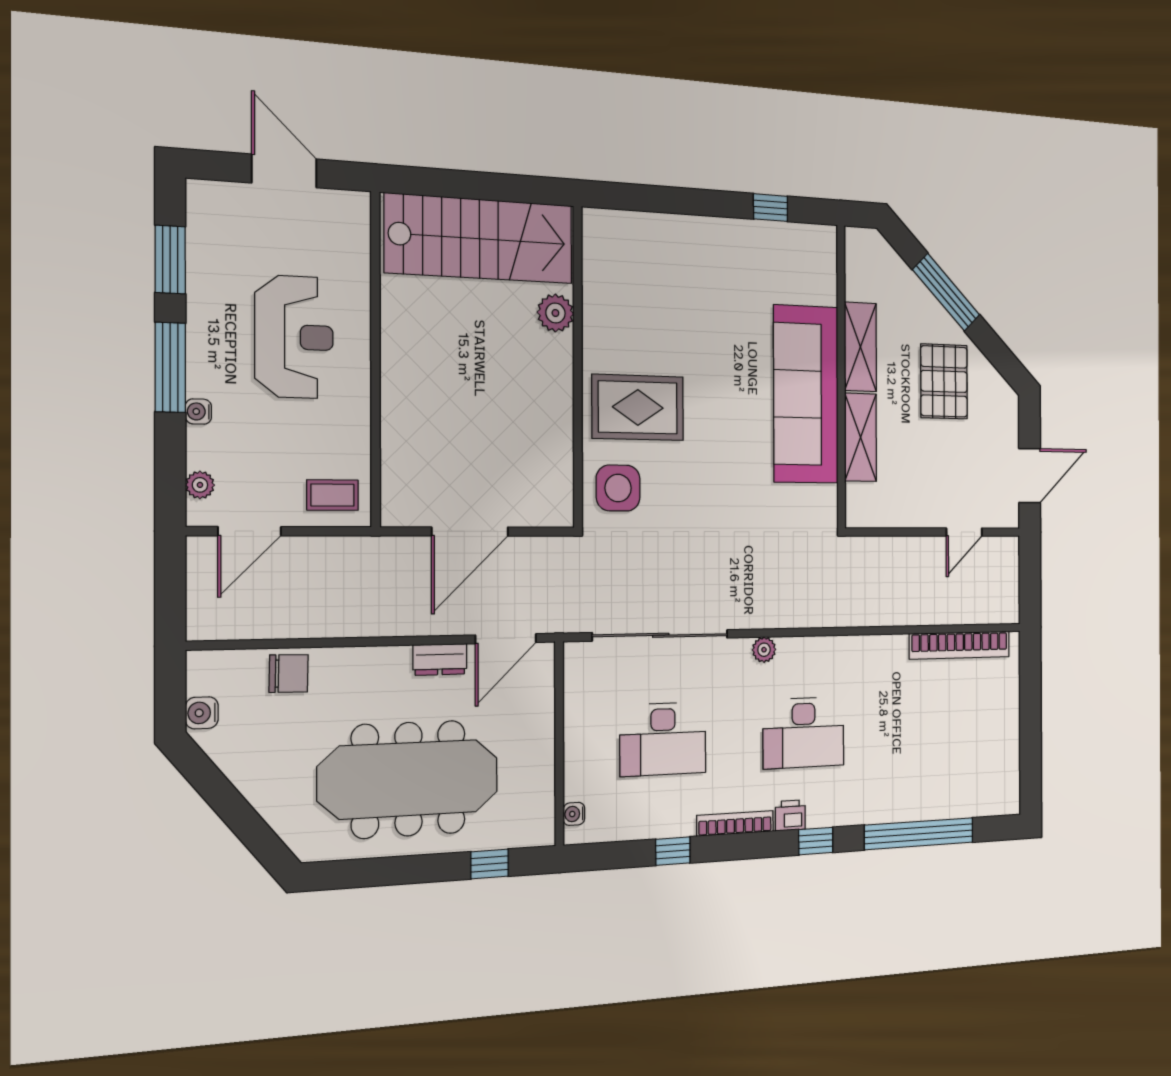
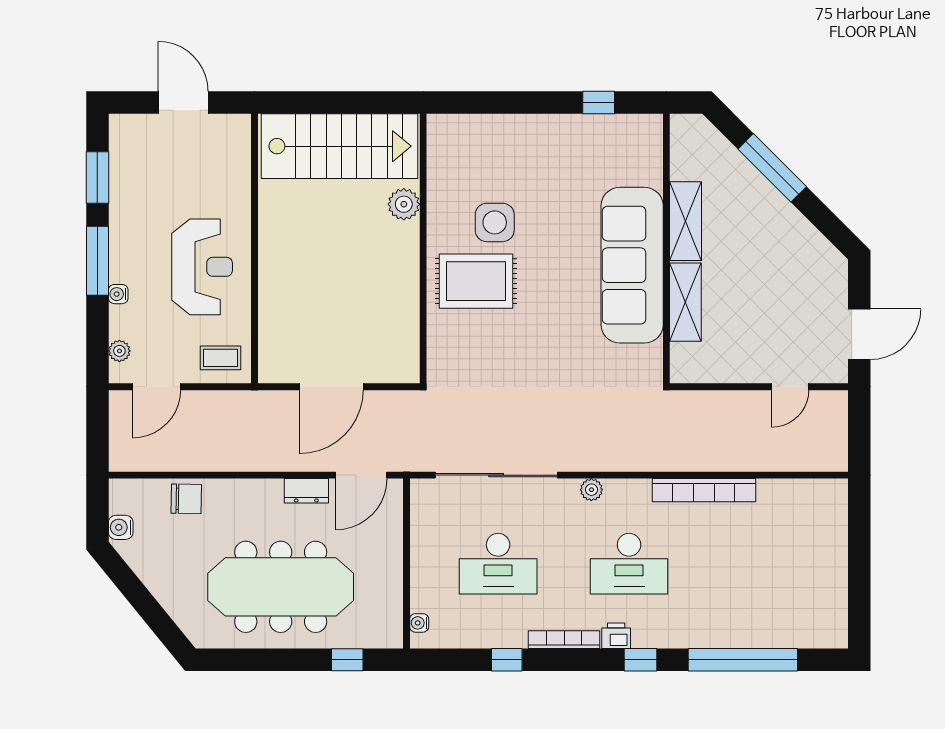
reception desk: (294, 337) -> (202, 267), moved
pallet: (944, 381) -> (770, 249), removed
side table: (618, 488) -> (495, 222), moved
bookcase: (960, 645) -> (704, 490), moved

